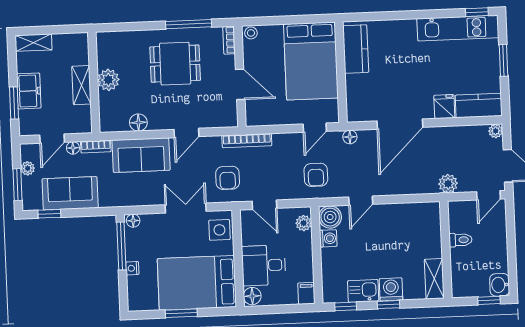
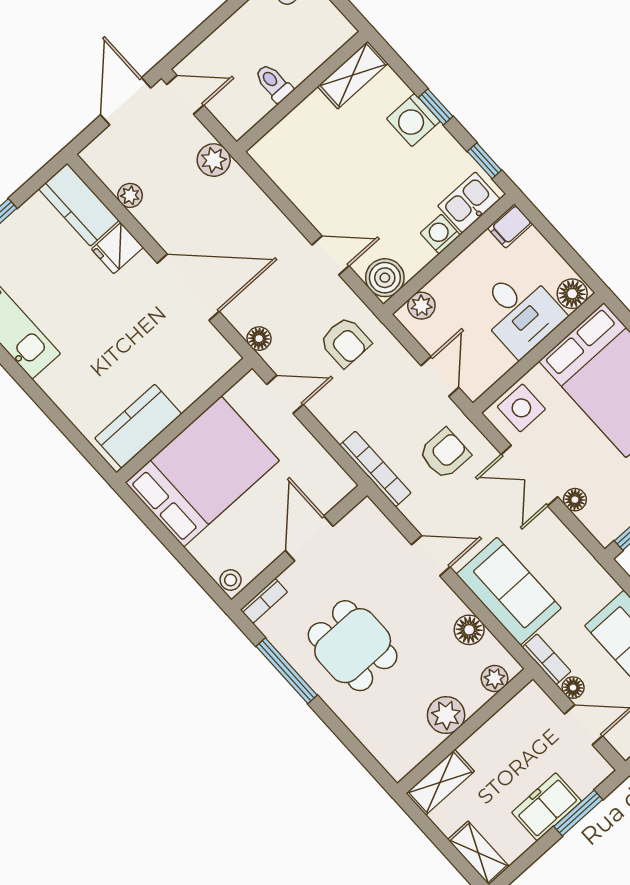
shelving: (81, 85) -> (440, 782), moved
plant: (107, 116) -> (494, 678), added
plant: (496, 131) -> (130, 195), moved
armchair: (316, 175) -> (345, 342), turned 90
floor lamp: (133, 221) -> (575, 500), moved
washing machine: (328, 238) -> (440, 234), moved
kitchen sink: (363, 291) -> (469, 202), moved, turned 90

